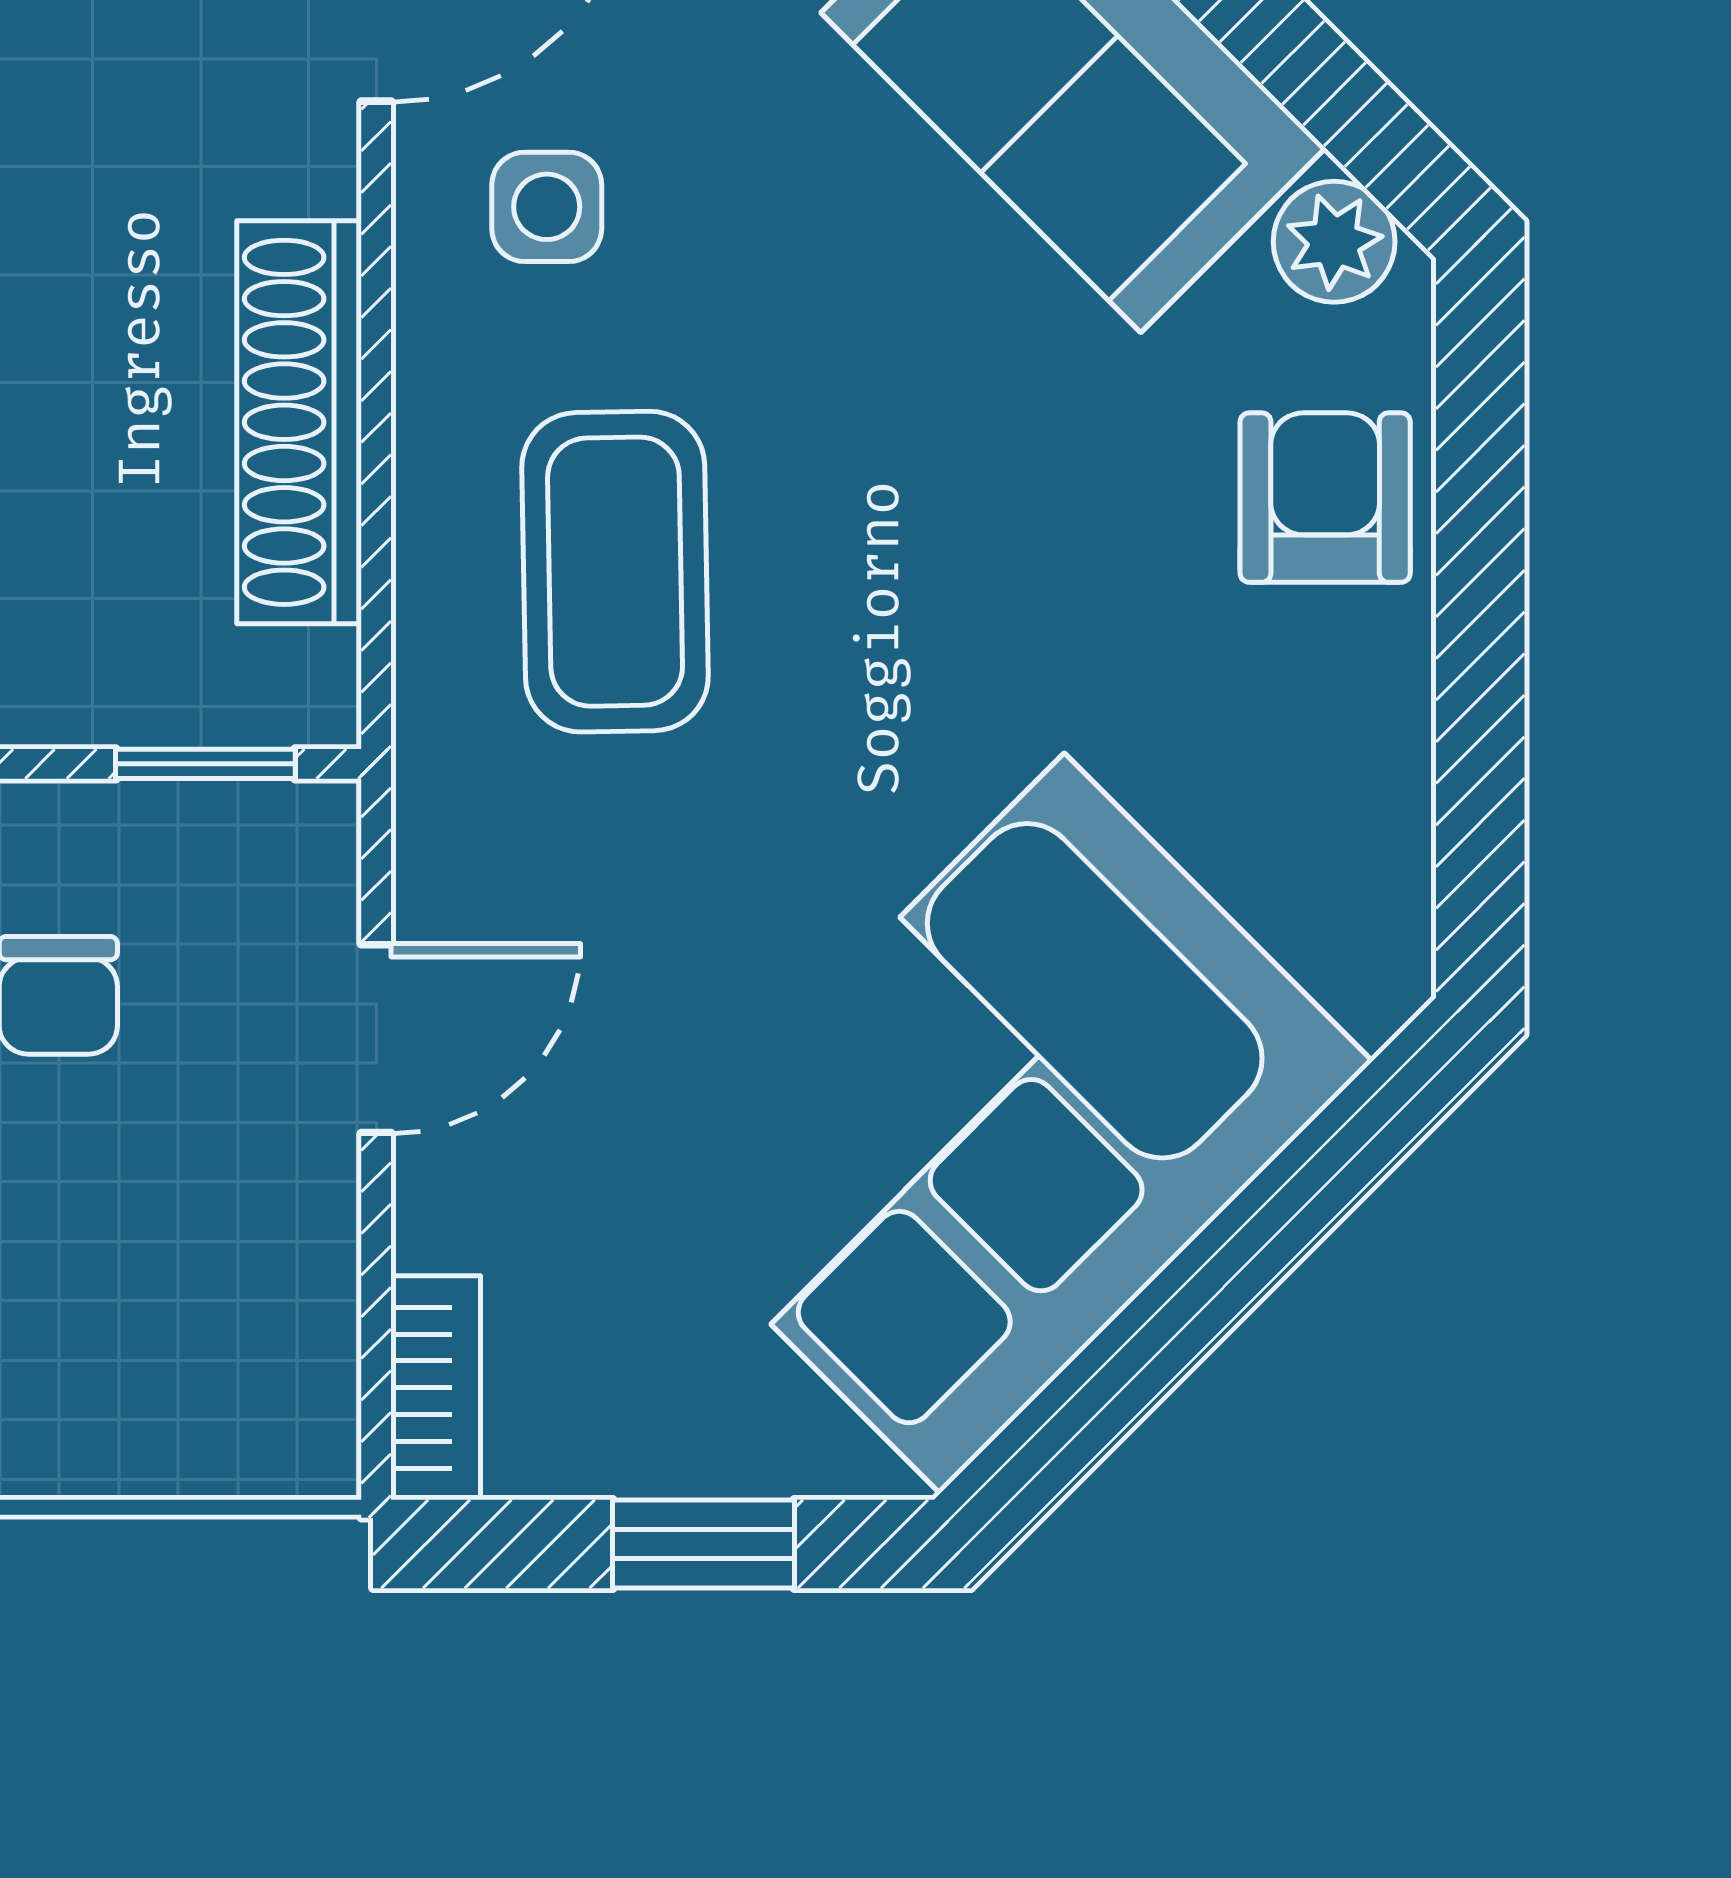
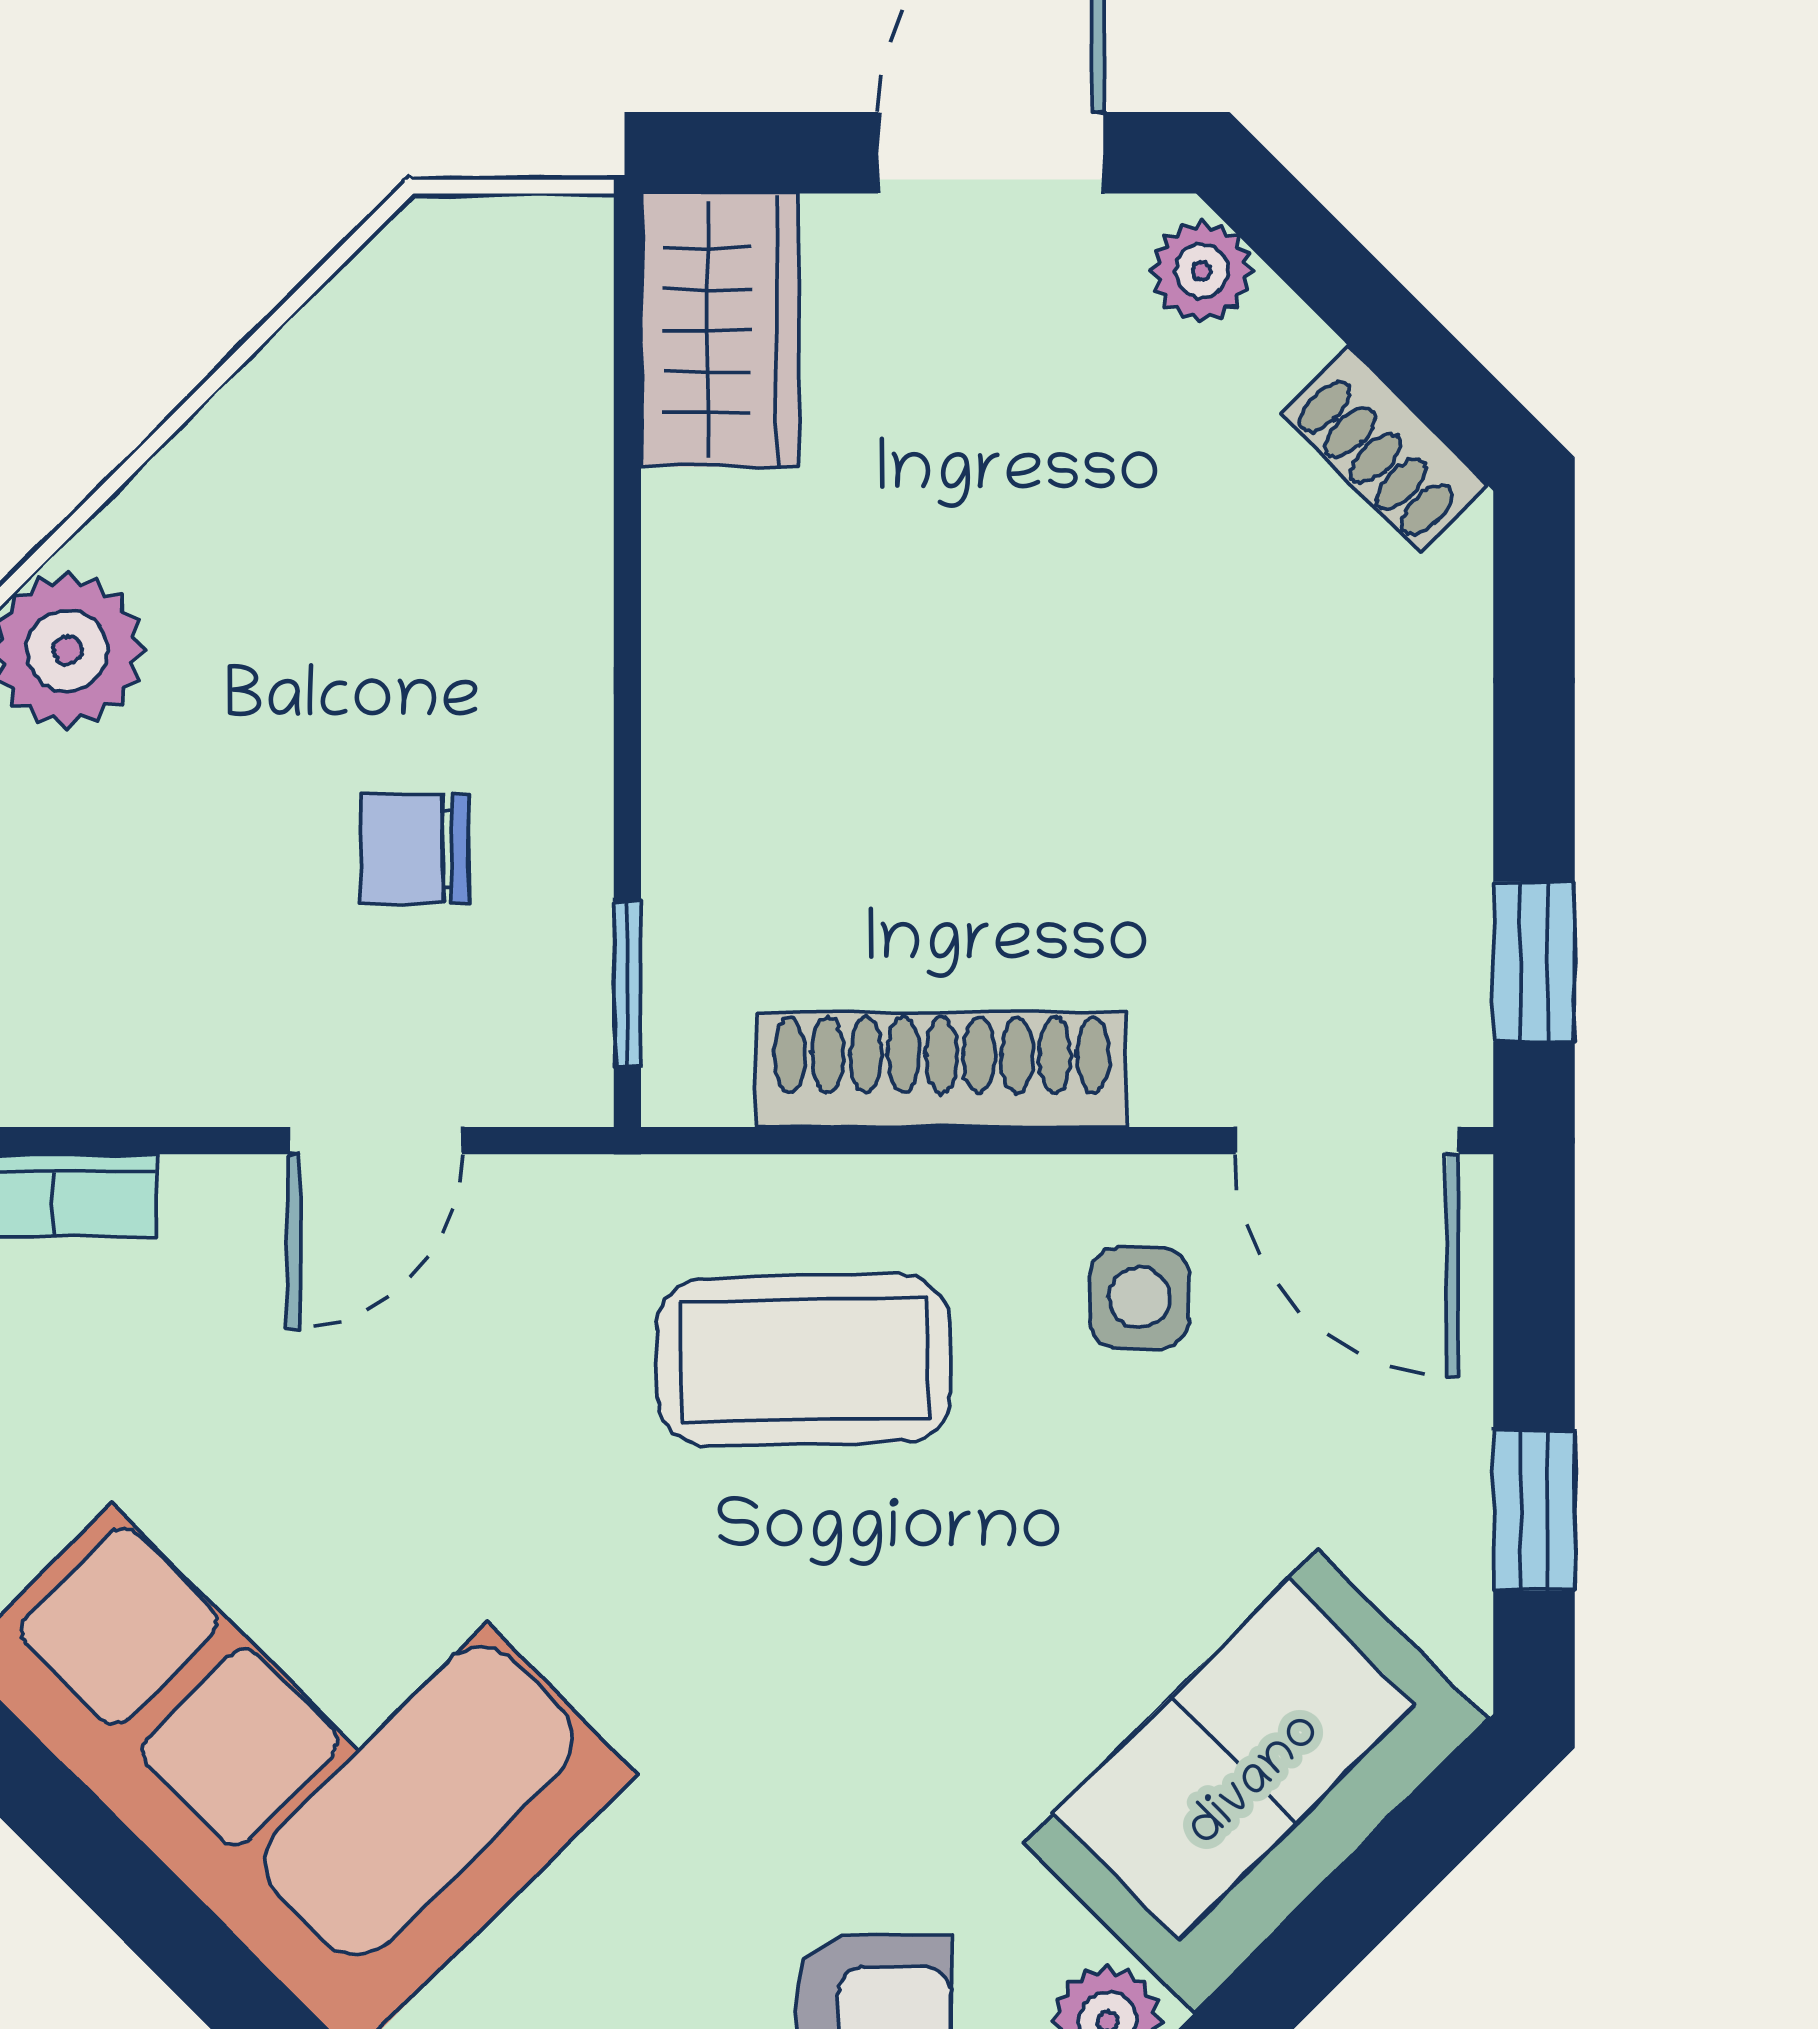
door: (376, 1039) -> (375, 1141), hinge flipped

